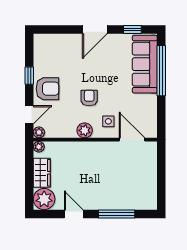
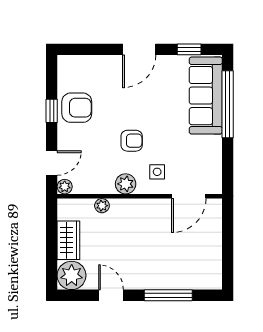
armchair: (48, 89) -> (77, 108), moved
armchair: (89, 98) -> (132, 141), turned 90
door: (132, 140) -> (189, 196), swing flipped
plant: (39, 147) -> (102, 206), moved

